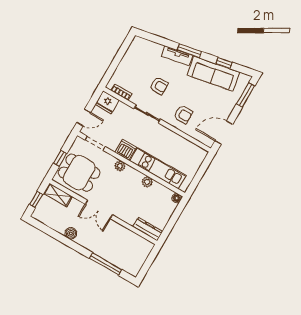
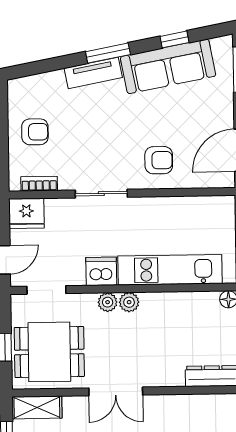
armchair: (159, 86) -> (35, 132), moved
plant: (147, 182) -> (129, 302), moved

